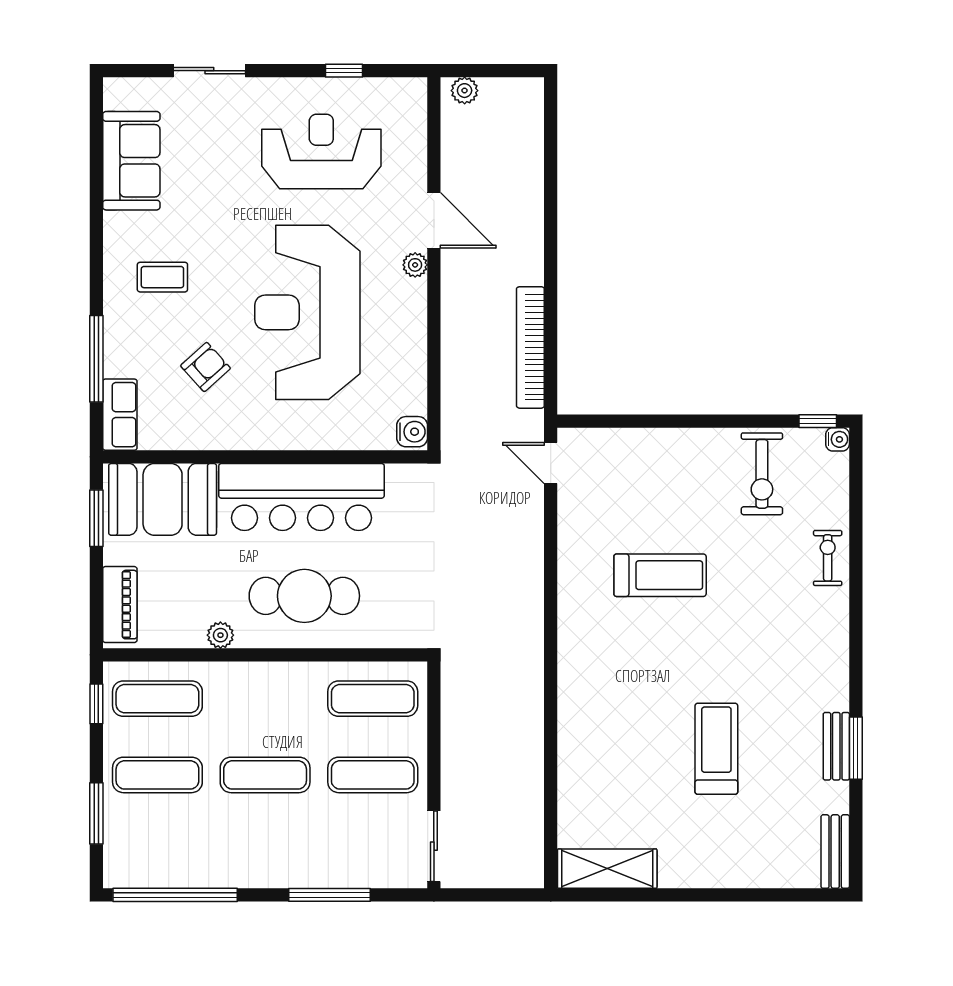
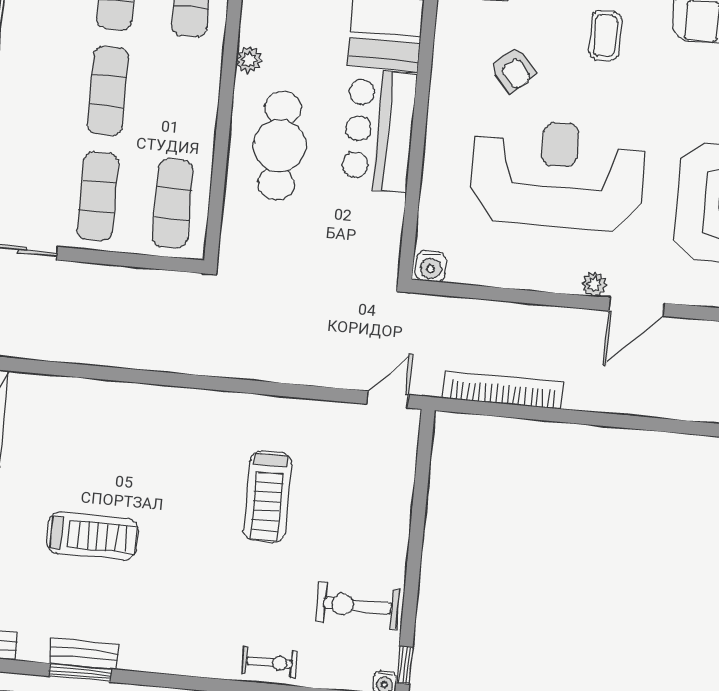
bar counter: (302, 497) -> (379, 130), width x0.73

